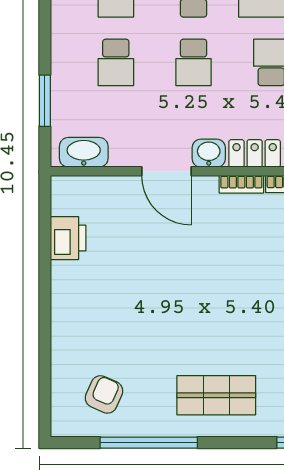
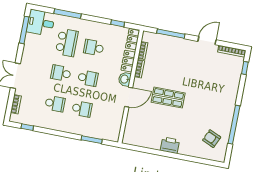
washbasin: (84, 152) -> (115, 128), removed
printer: (68, 238) -> (170, 145), moved
shop shelf: (216, 395) -> (168, 98), moved, turned 90

